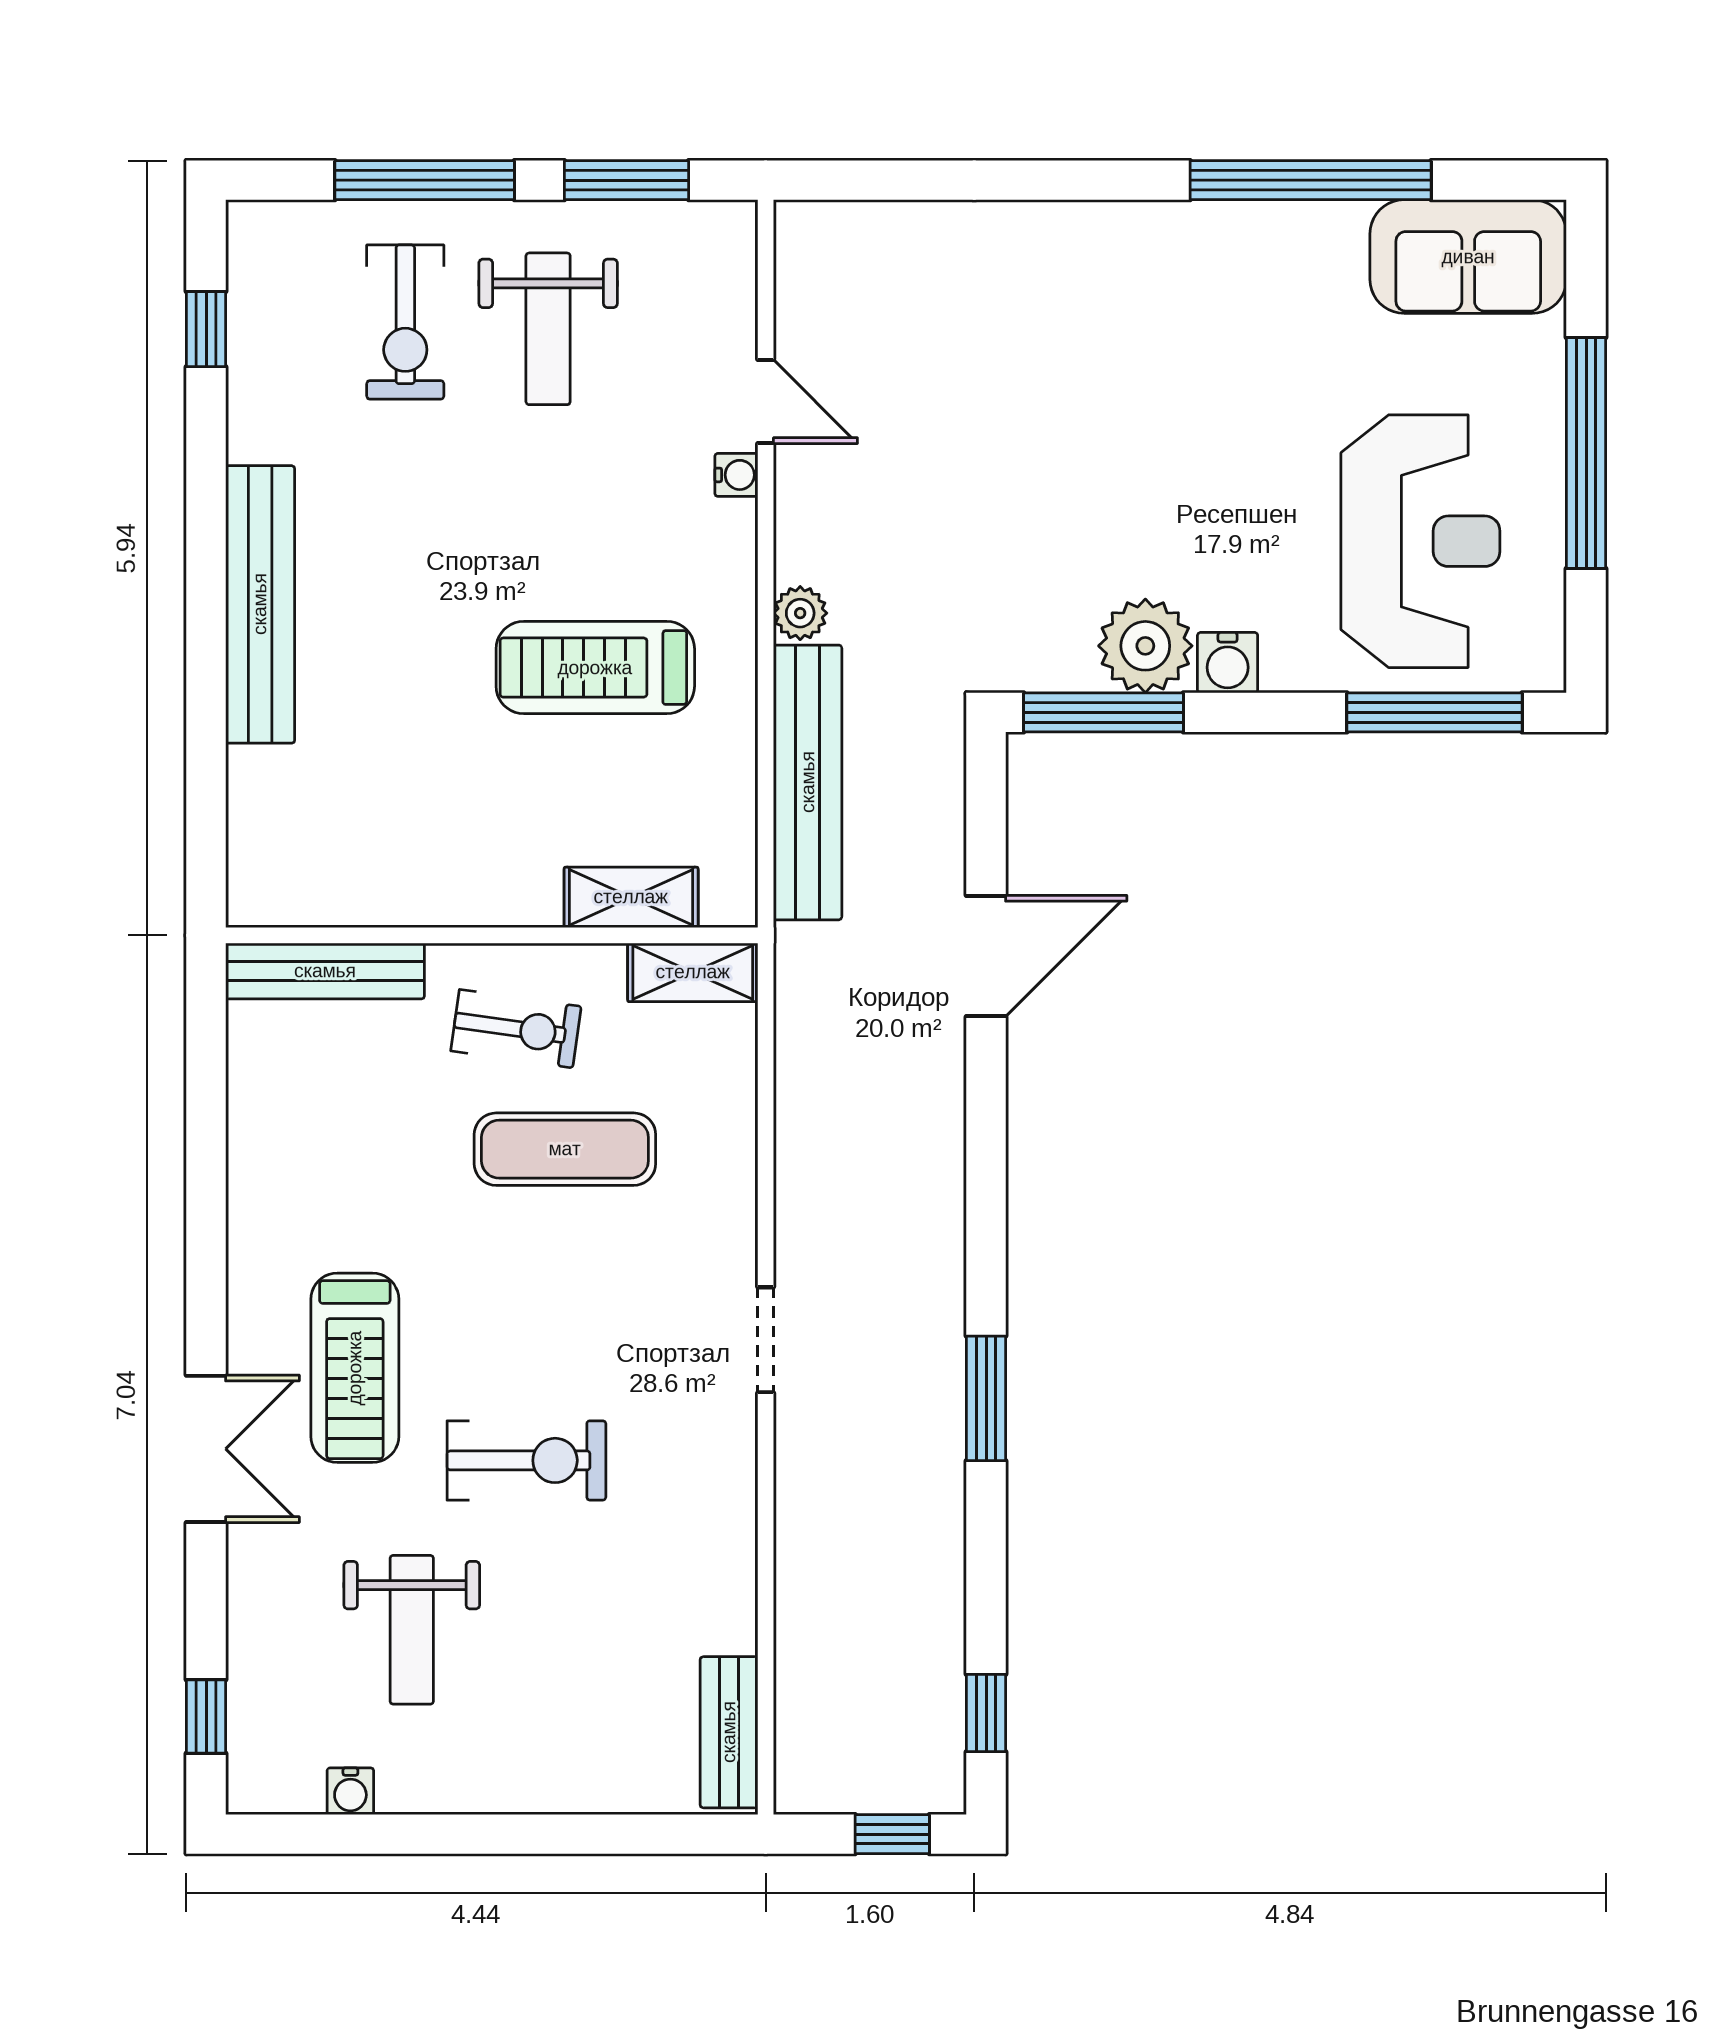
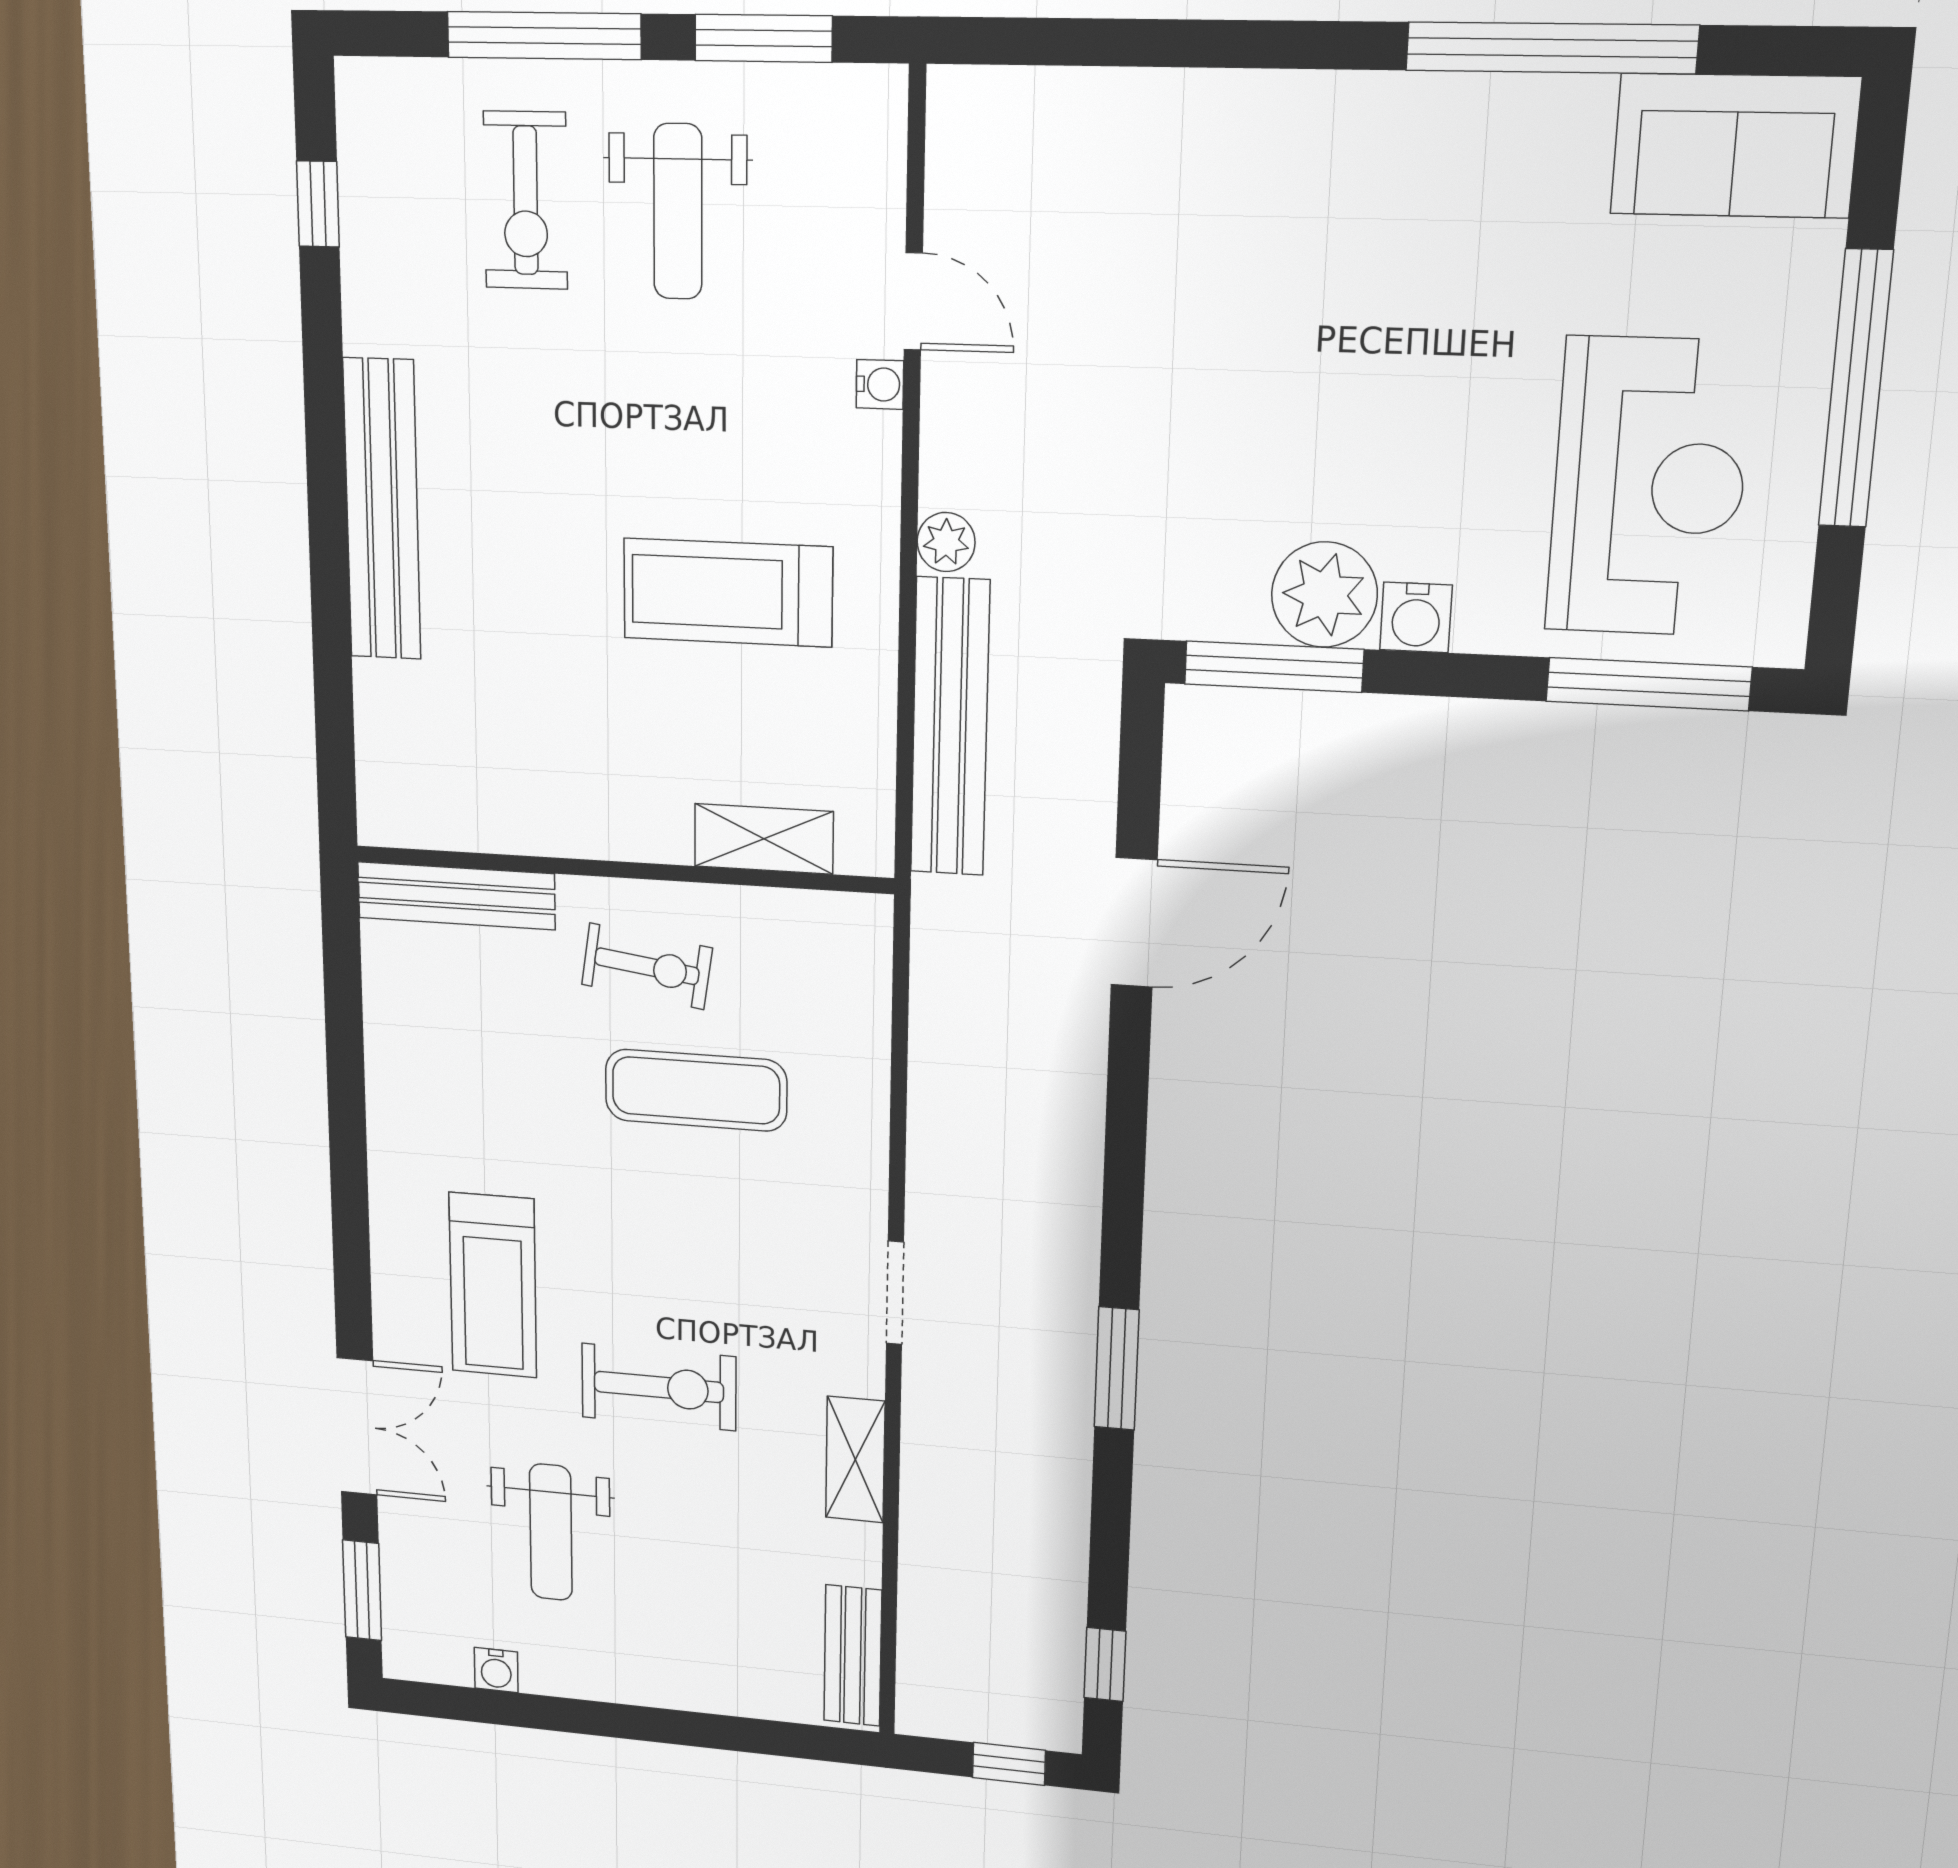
shelving: (693, 972) -> (855, 1460), moved, turned 90
double door: (206, 1449) -> (357, 1427), moved
window: (206, 1717) -> (362, 1590), width x1.50

